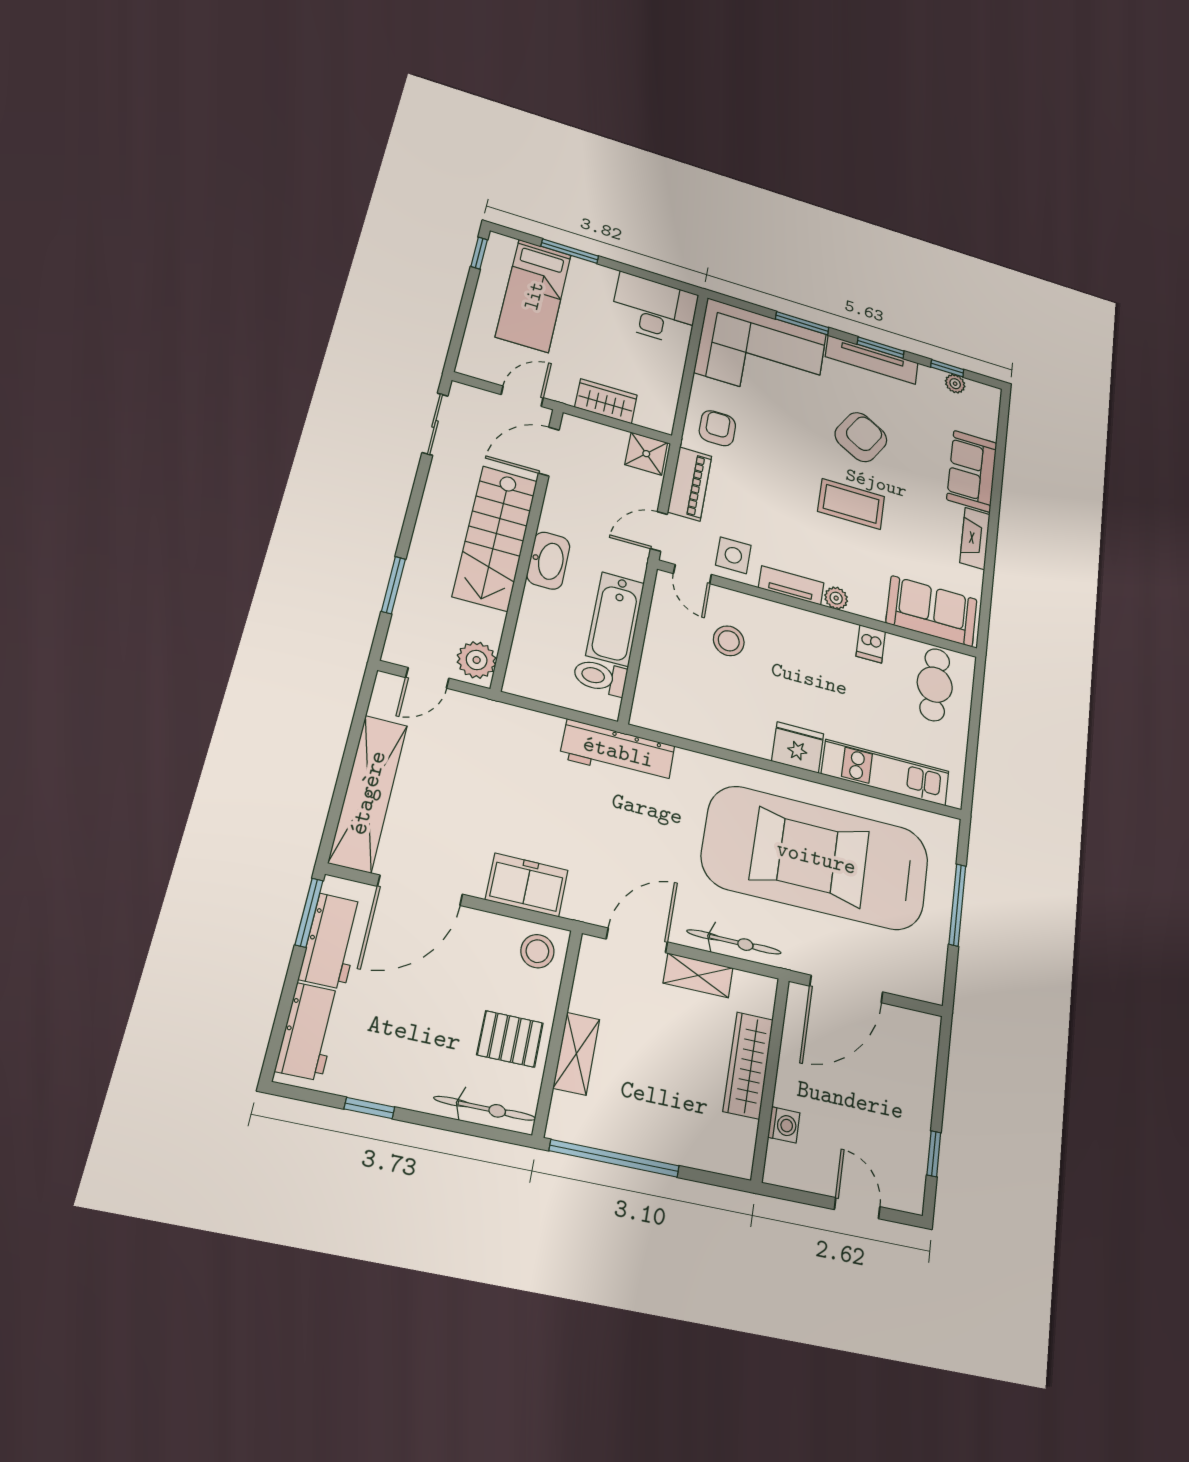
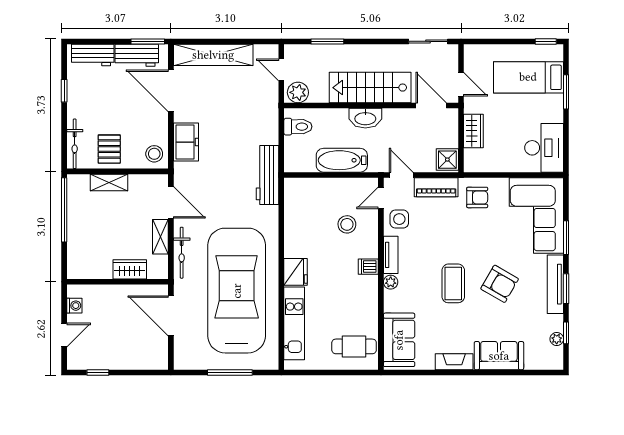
dishwasher: (871, 644) -> (368, 267), moved
toilet: (600, 677) -> (298, 127), moved, turned 90
wardrobe: (748, 1065) -> (130, 269), width x0.67
washing machine: (784, 1125) -> (74, 306), moved, turned -90

